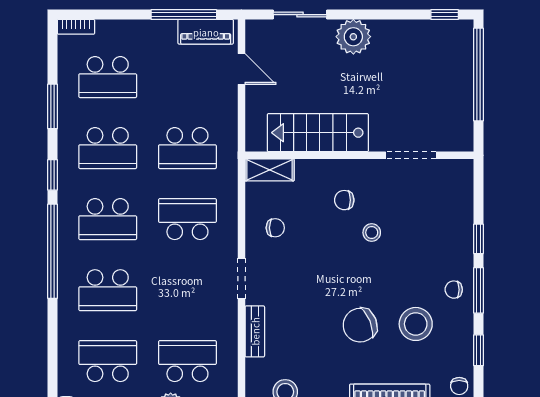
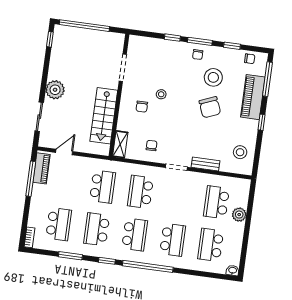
school desk: (108, 148) -> (97, 229), turned 180

